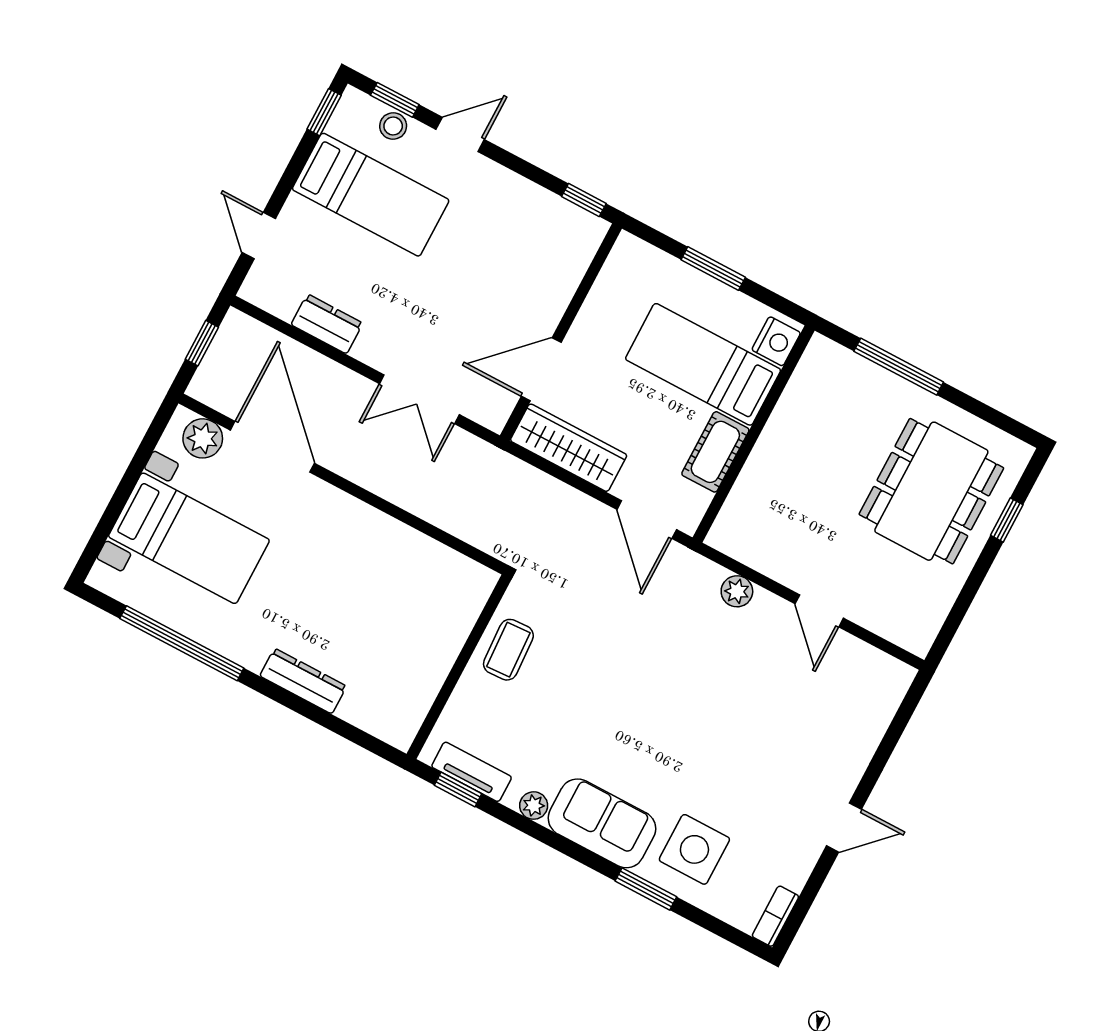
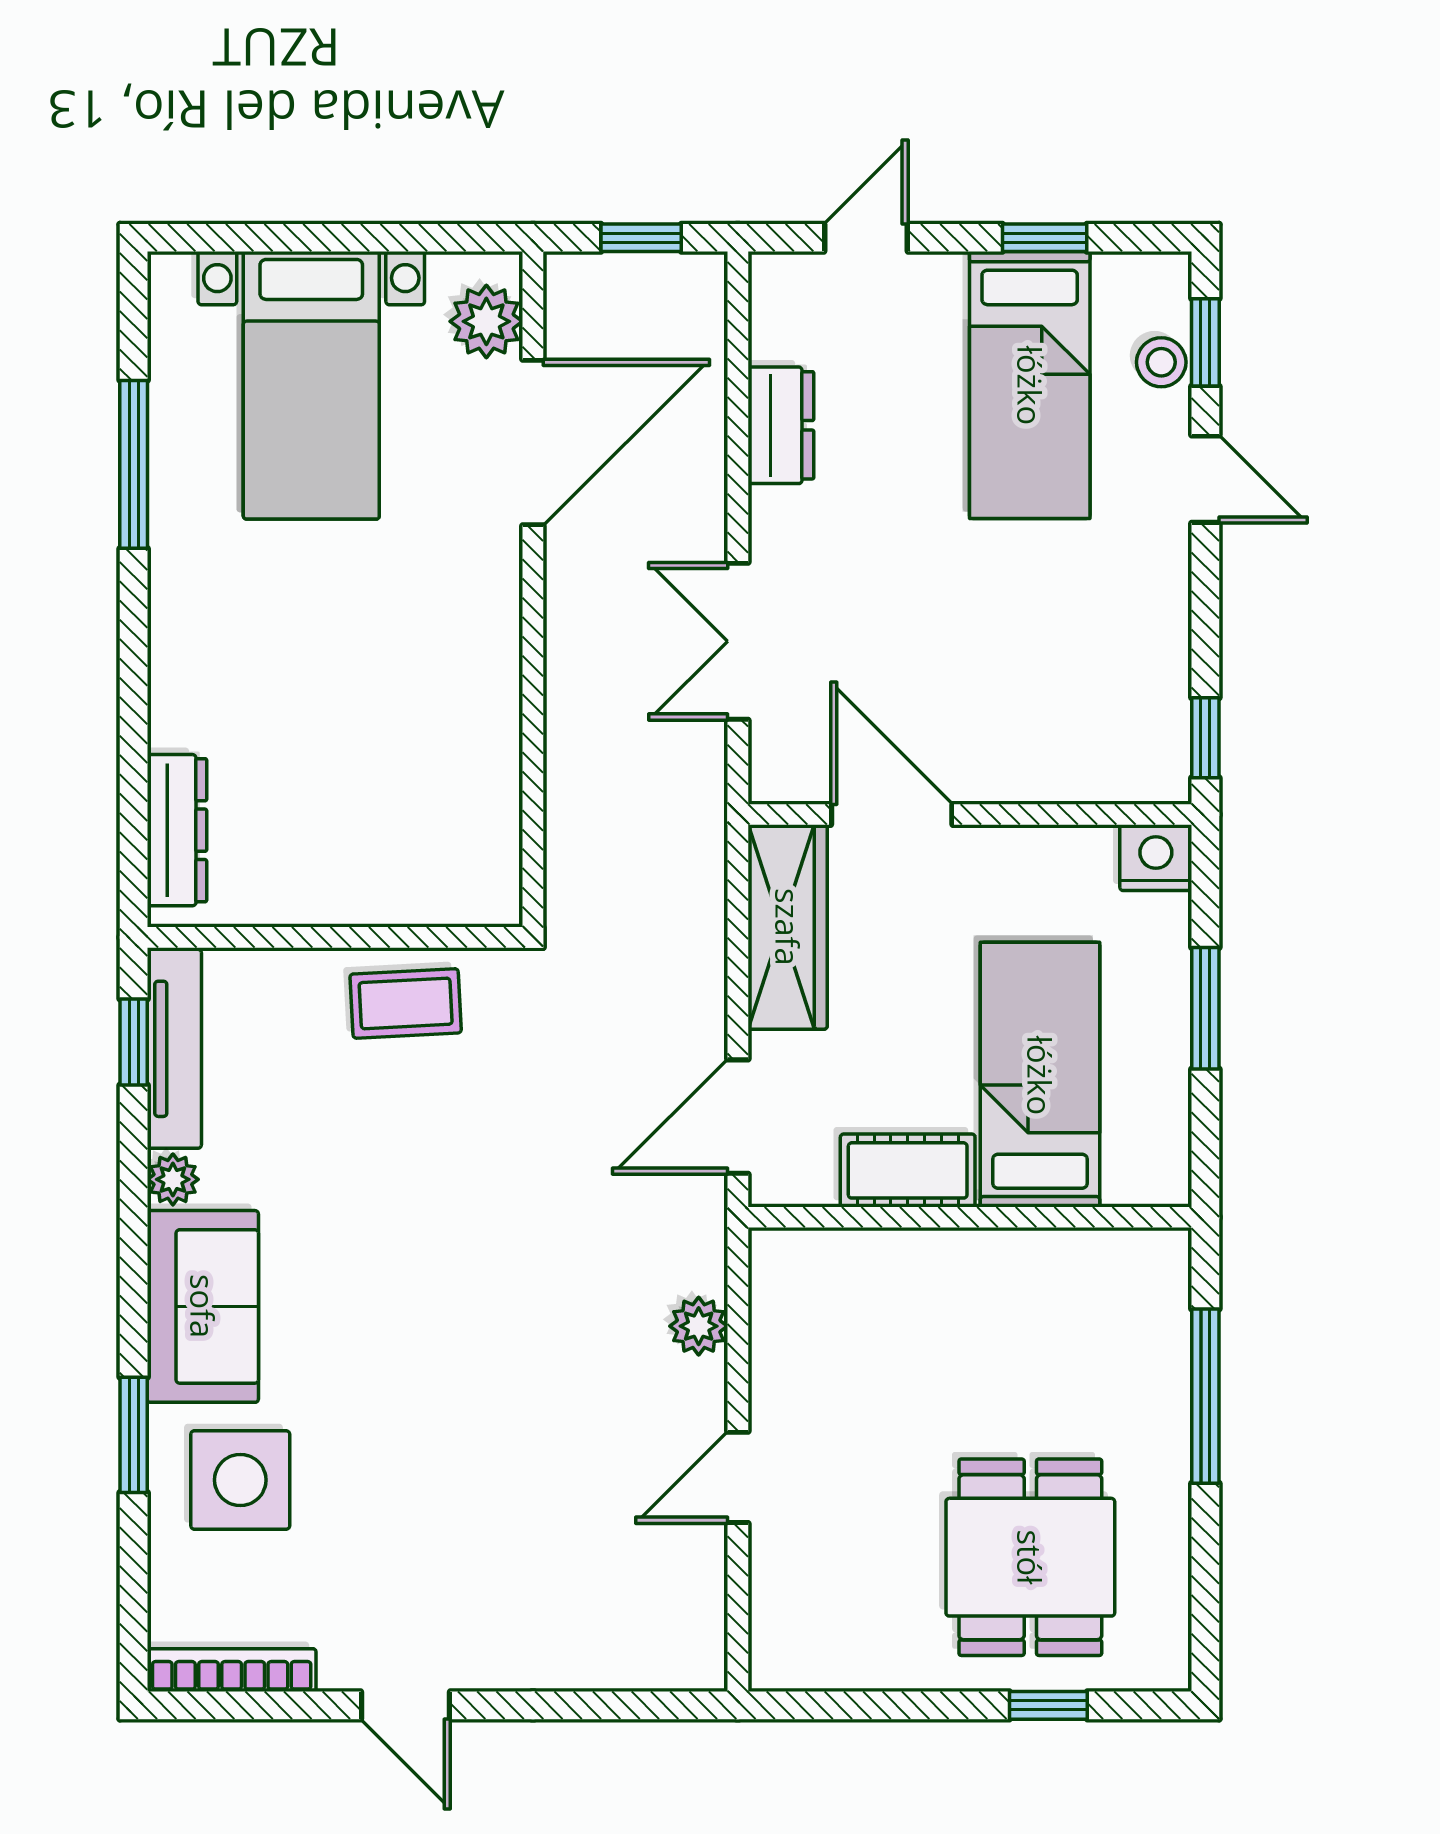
window: (324, 112) -> (1045, 238), moved
nightstand: (776, 341) -> (1156, 858), moved, turned 180
dining table: (931, 491) -> (1030, 1557), width x0.73
window: (182, 643) -> (134, 464), width x0.68
dresser: (303, 681) -> (177, 830), moved
tv unit: (472, 772) -> (174, 1049), width x1.41
bookcase: (775, 916) -> (232, 1670), width x1.56

